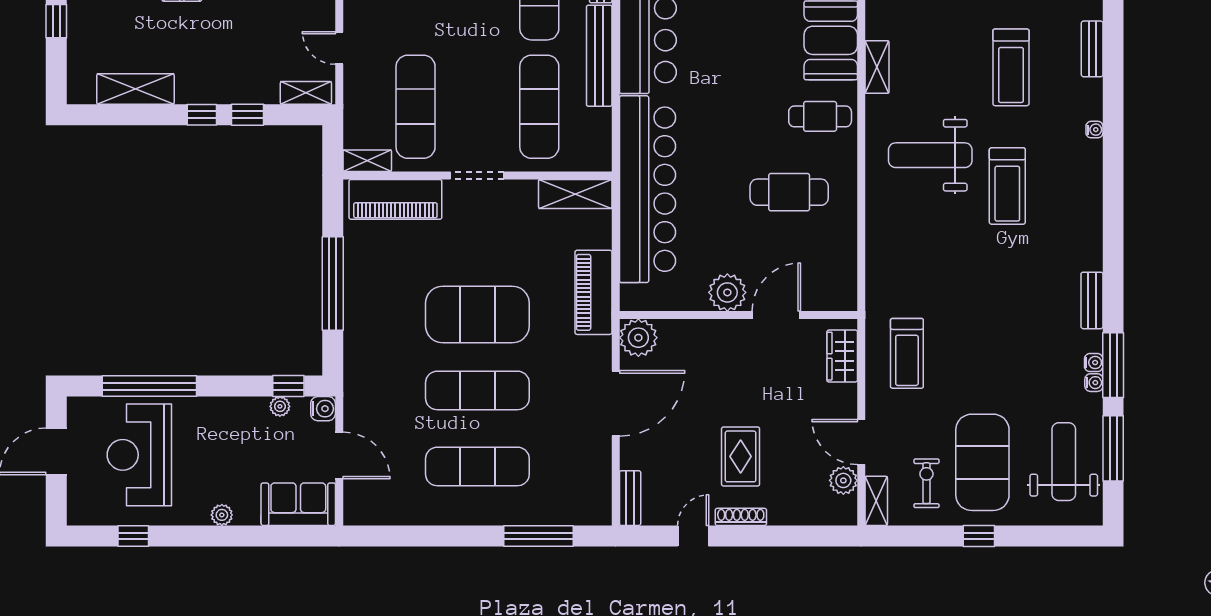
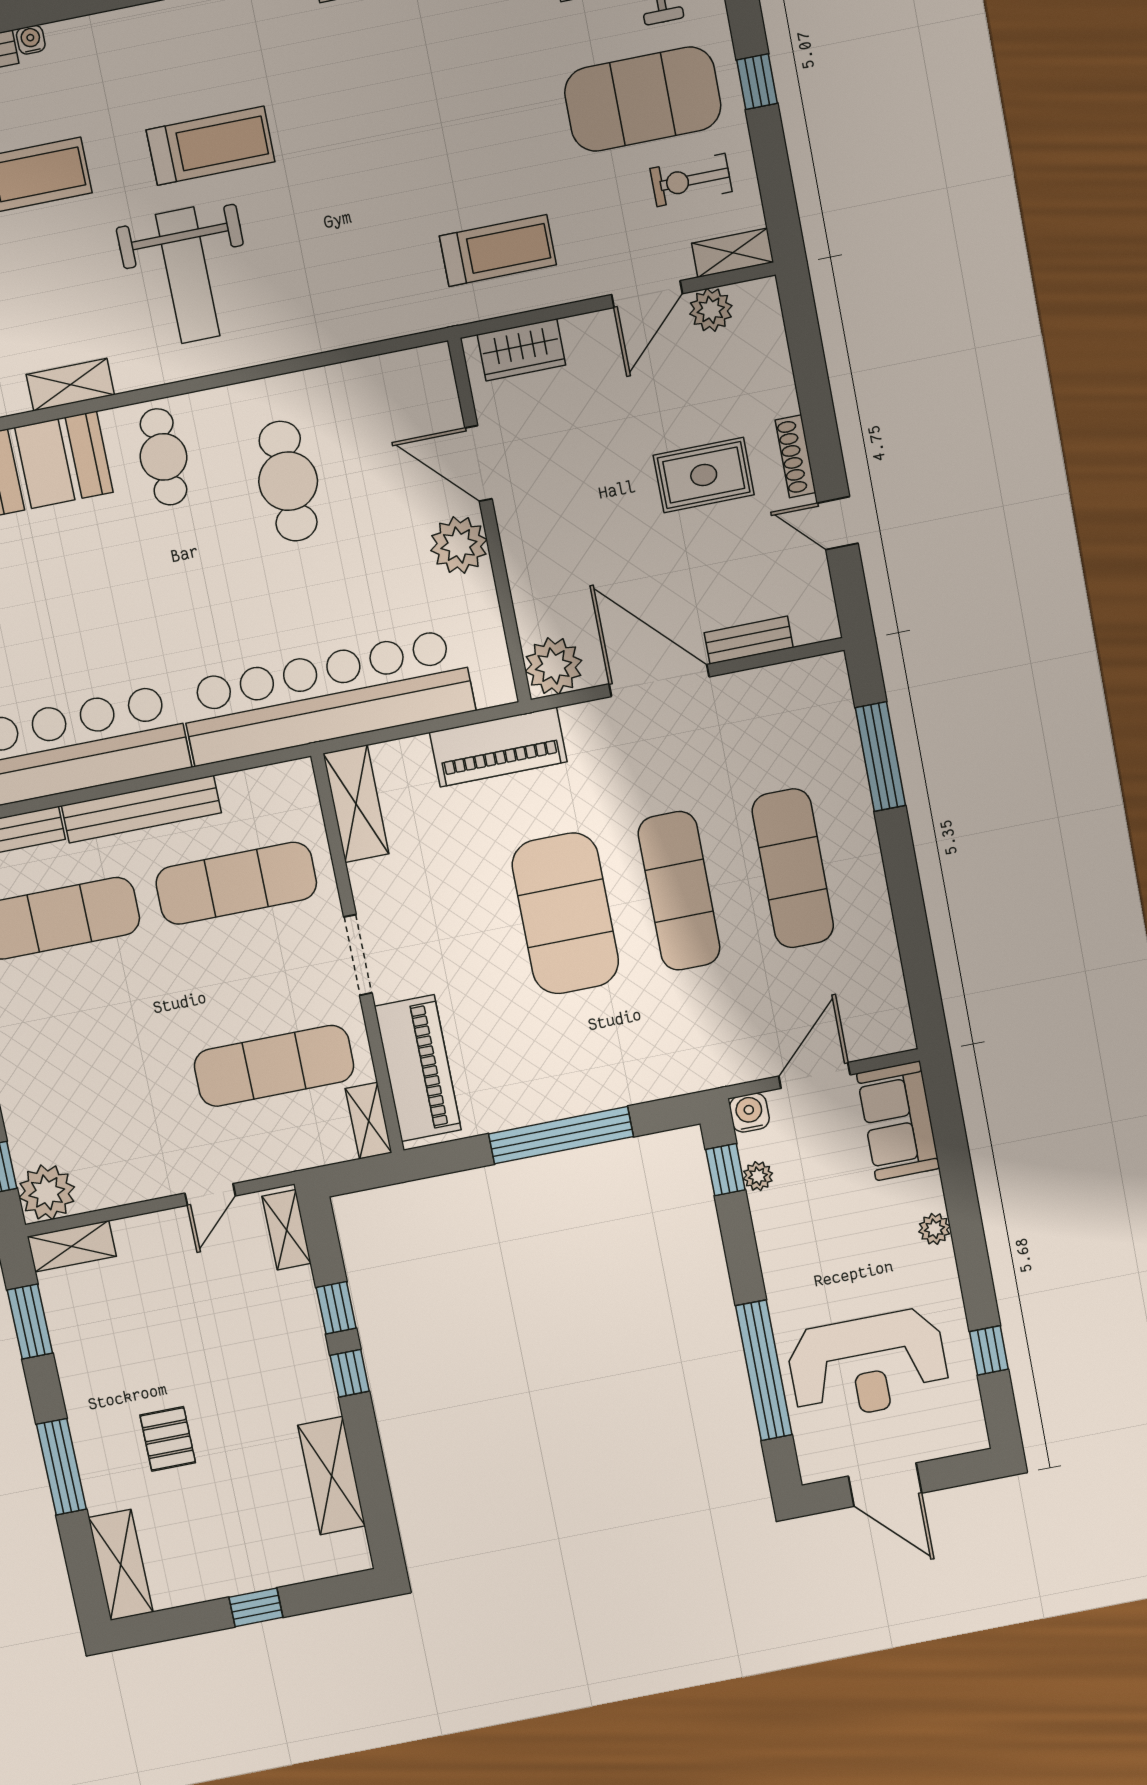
water cooler: (1094, 130) -> (31, 40), moved
bench: (630, 498) -> (749, 640), moved

